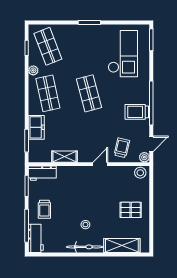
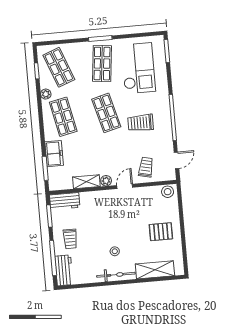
shop shelf: (89, 46) -> (102, 64), added
trolley: (137, 112) -> (141, 123), moved
plant: (144, 157) -> (106, 181), moved

